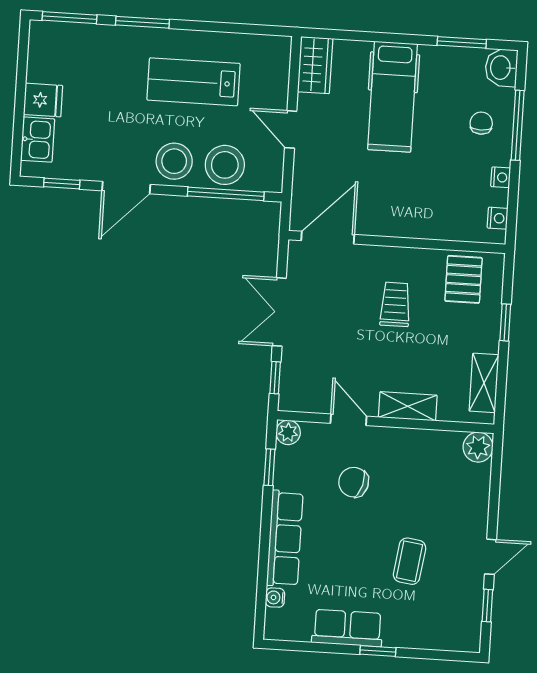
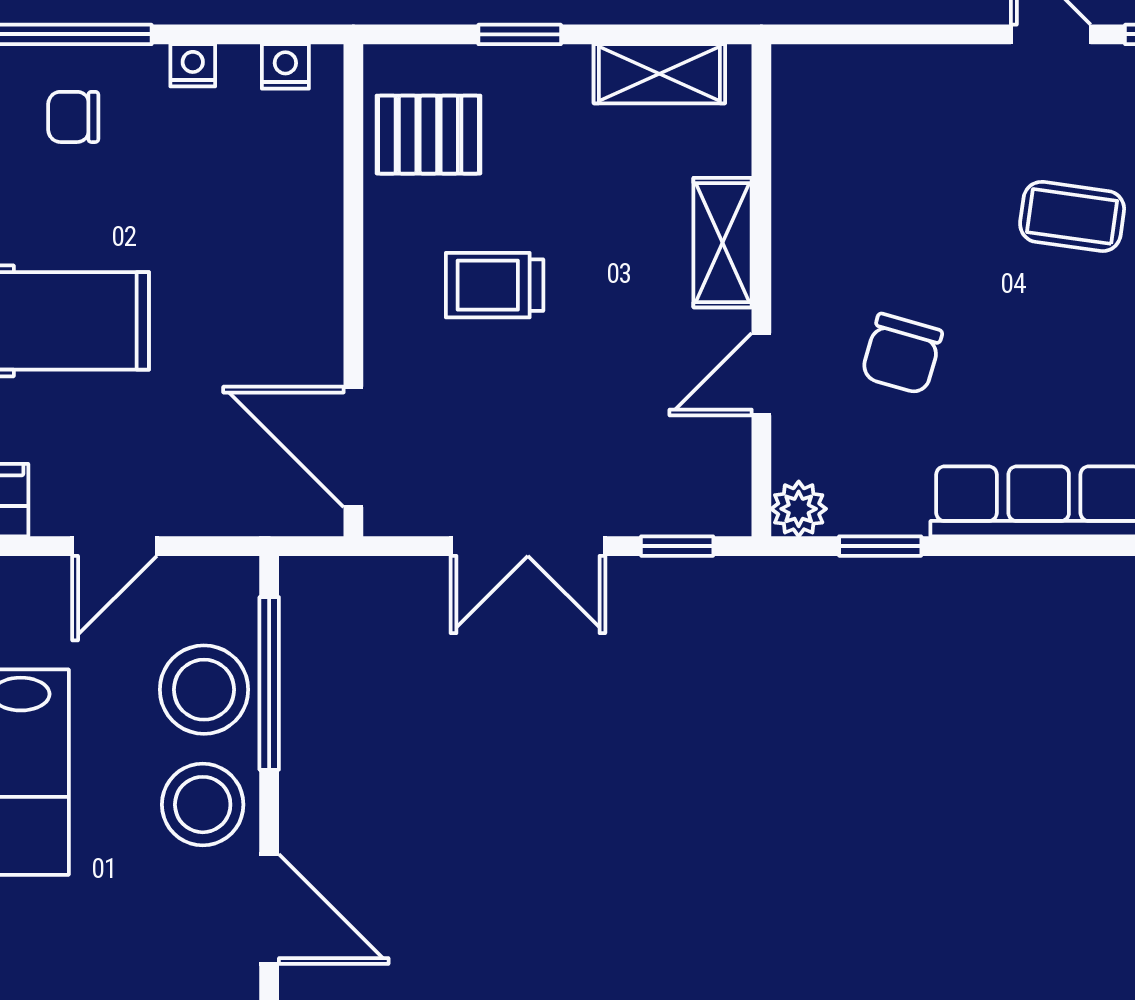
plant: (478, 447) -> (805, 78), removed

